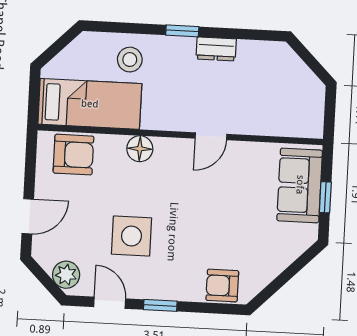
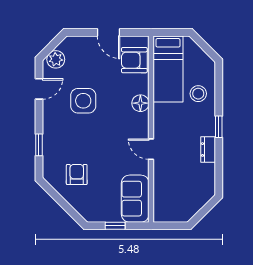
armchair: (74, 155) -> (134, 60), turned 90
sofa: (300, 185) -> (135, 199), moved, turned -90
door: (28, 216) -> (109, 32), moved
armchair: (222, 286) -> (77, 175), moved
window: (160, 305) -> (39, 145), moved

